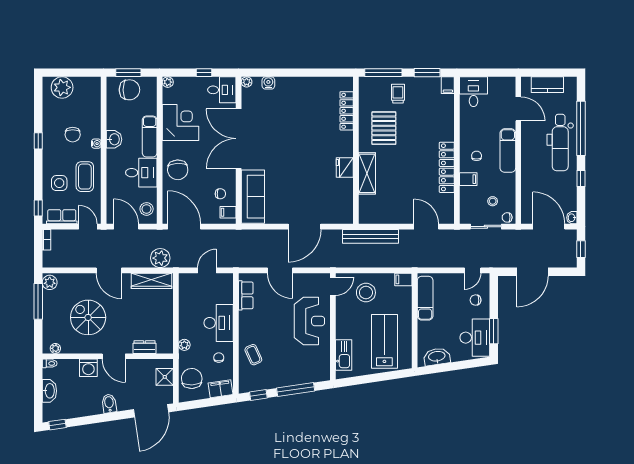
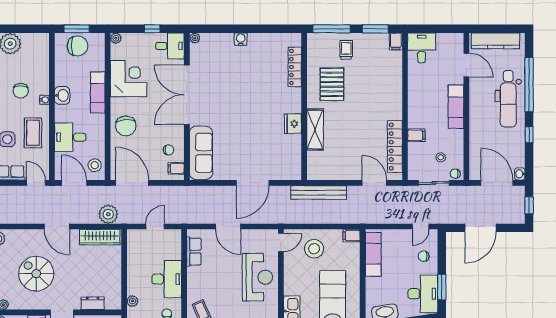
water cooler: (268, 83) -> (241, 39), moved
kitchen counter: (547, 85) -> (495, 41), width x1.50
chair: (477, 156) -> (425, 112), removed
locker: (447, 167) -> (395, 147), moved
desk: (141, 173) -> (70, 137), moved, turned 180

